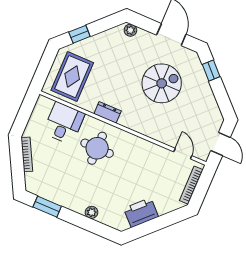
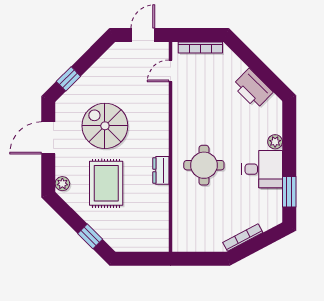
rug: (72, 77) -> (106, 183), moved, turned 90
desk: (64, 123) -> (262, 169), moved, turned 180

